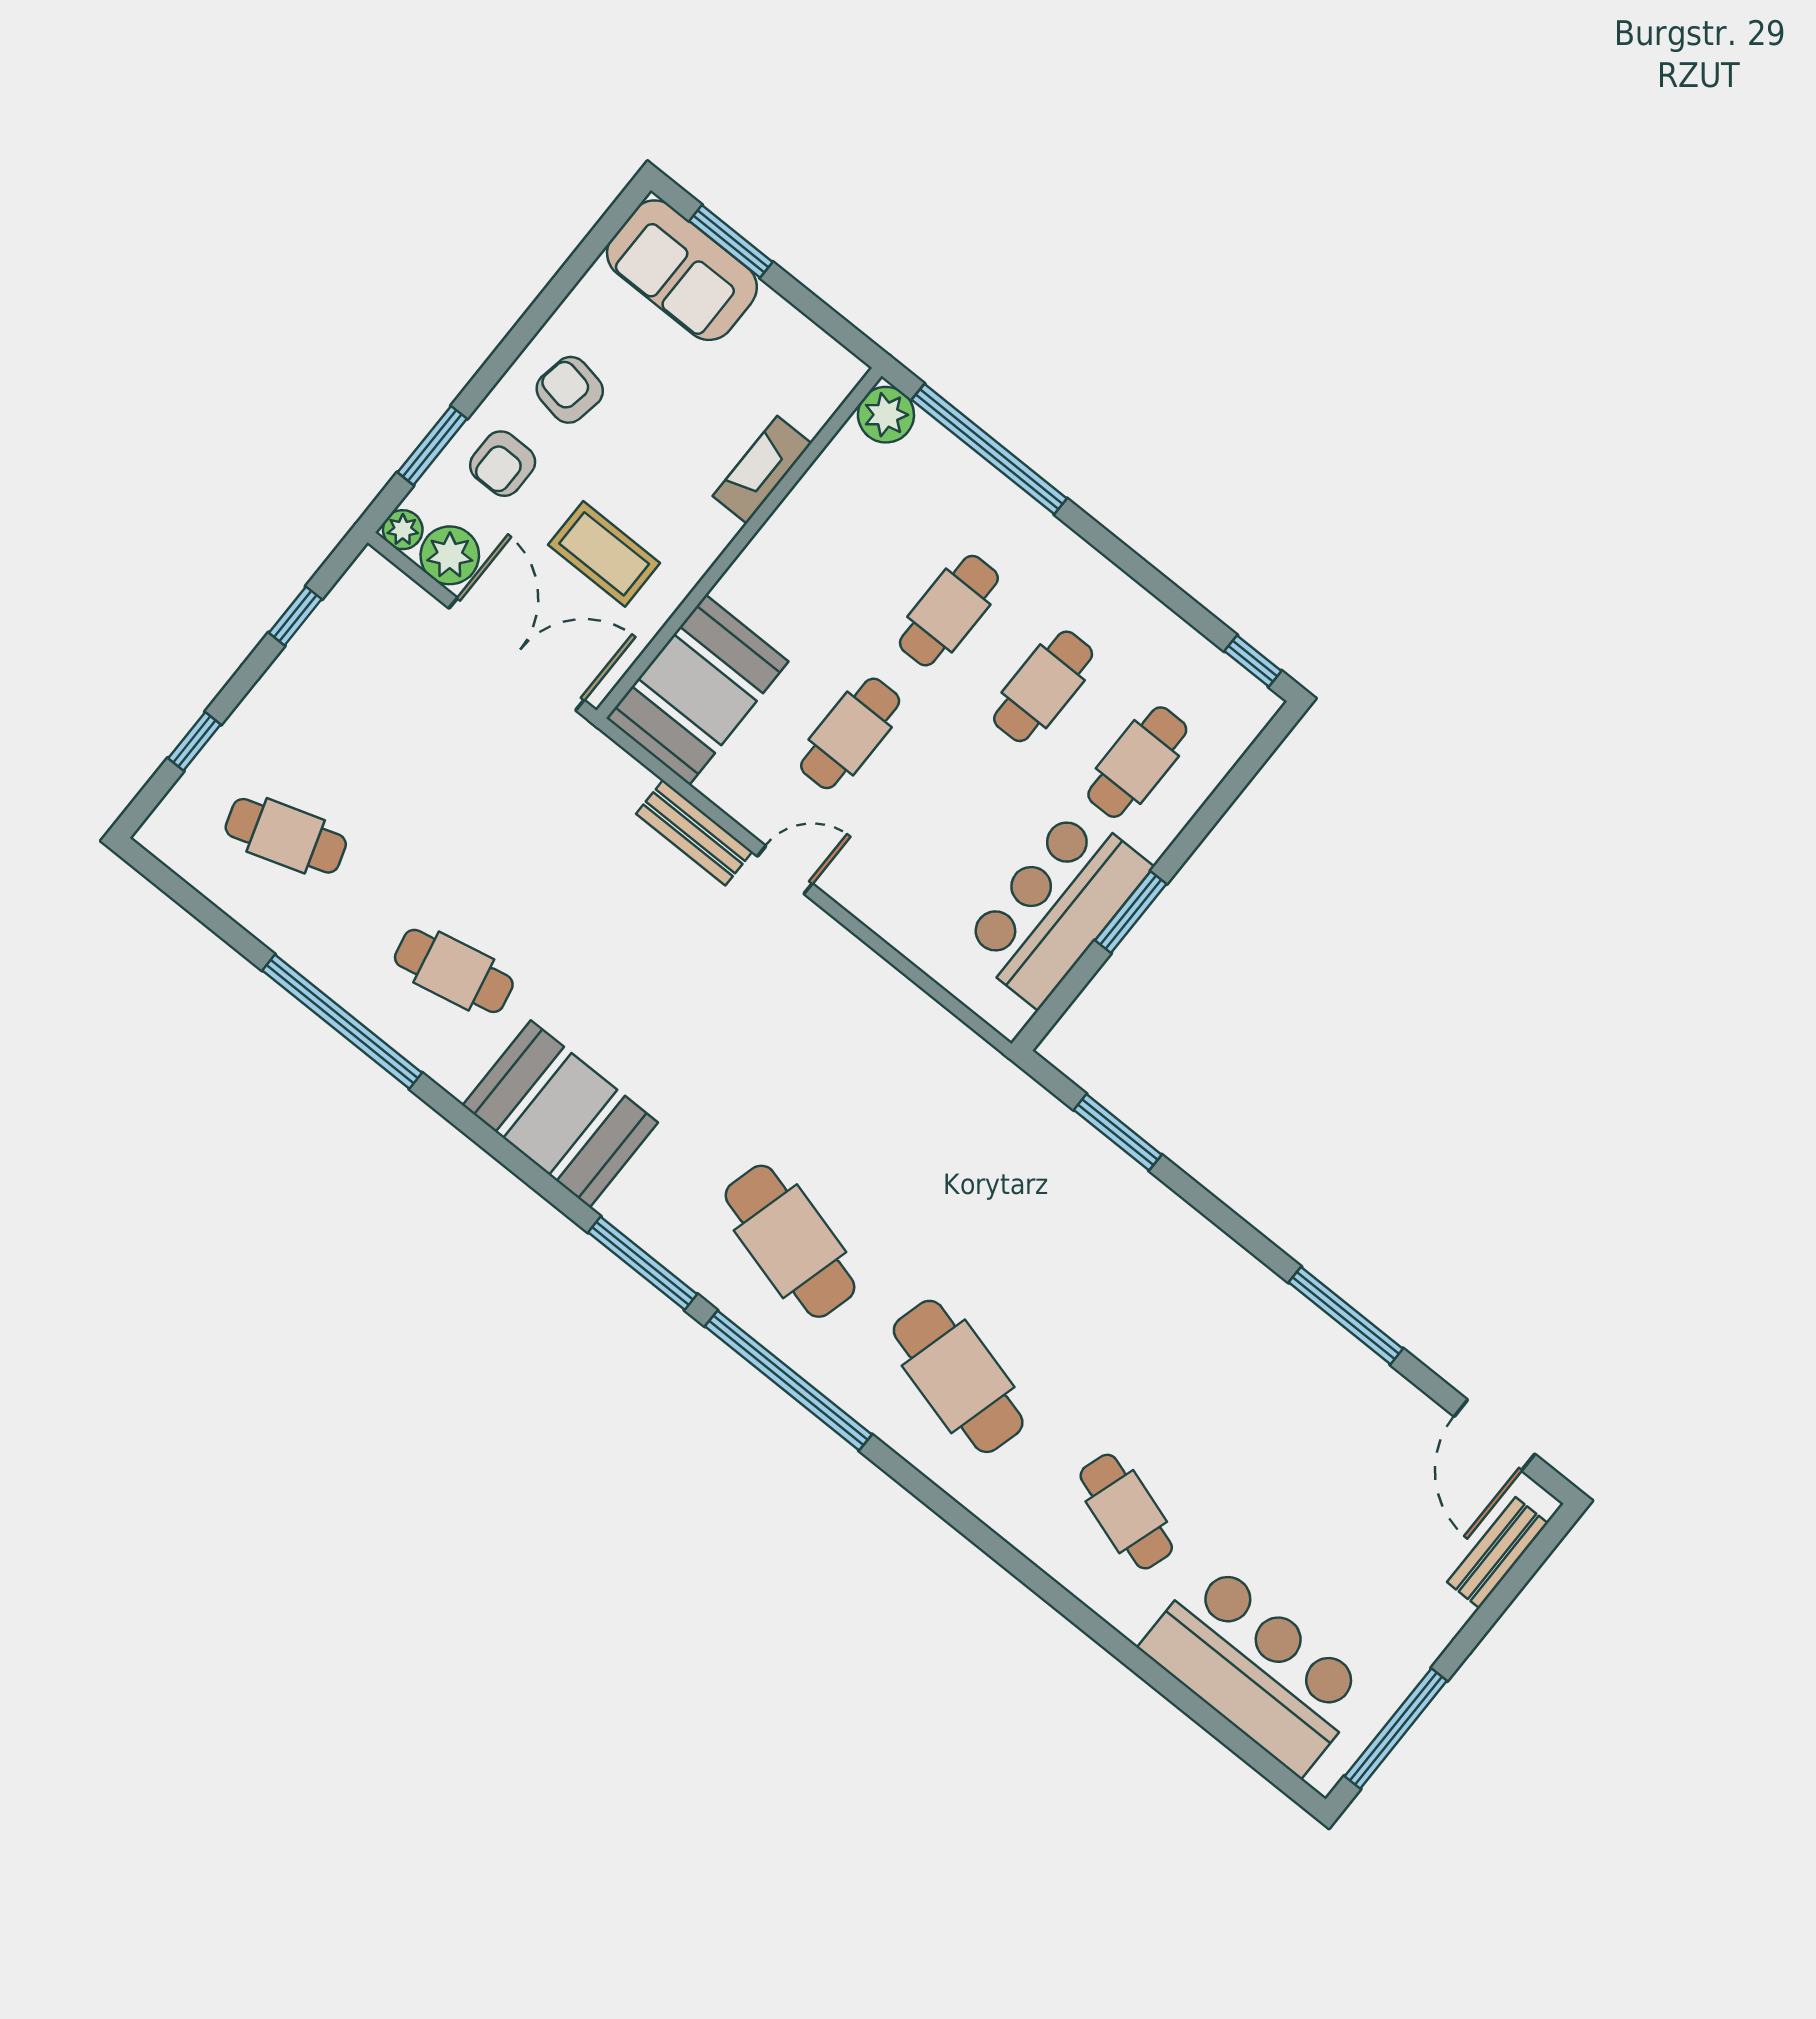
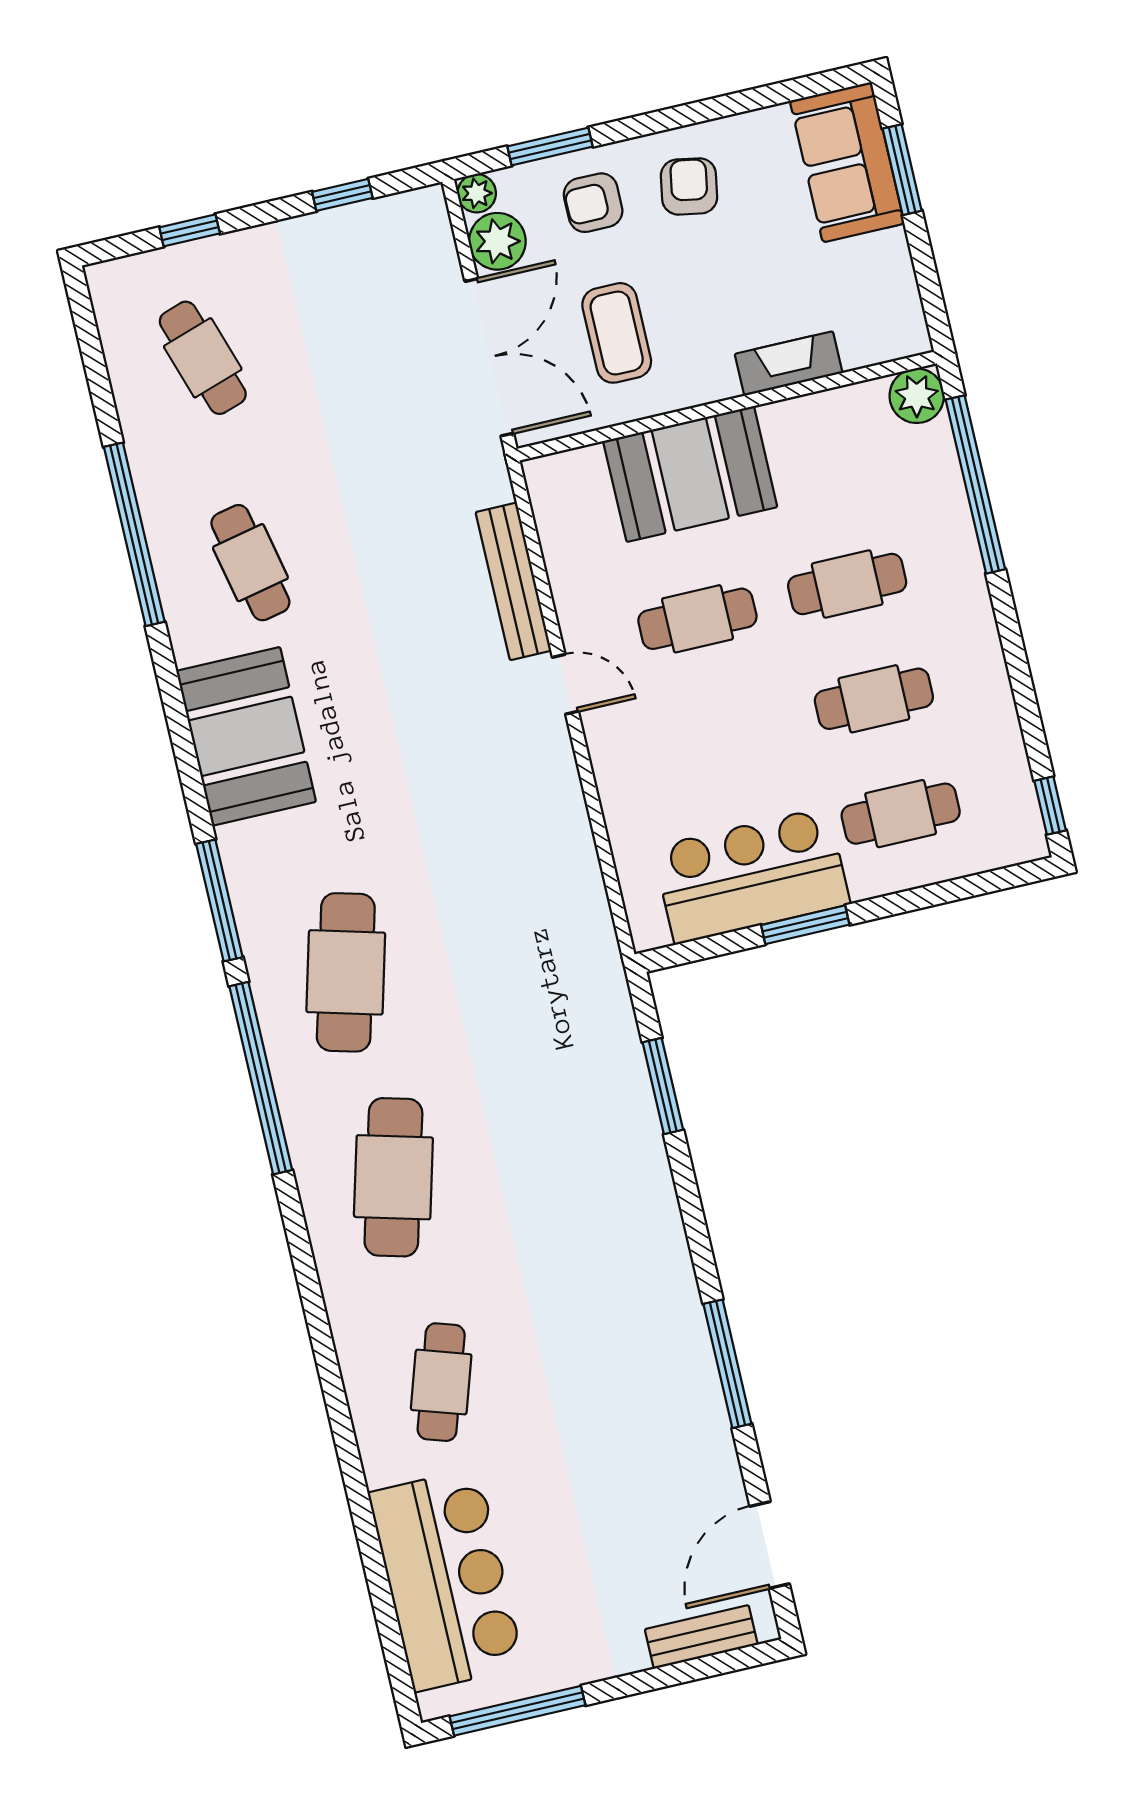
booth: (697, 690) -> (690, 474), moved
bench: (694, 833) -> (513, 581), width x1.36

